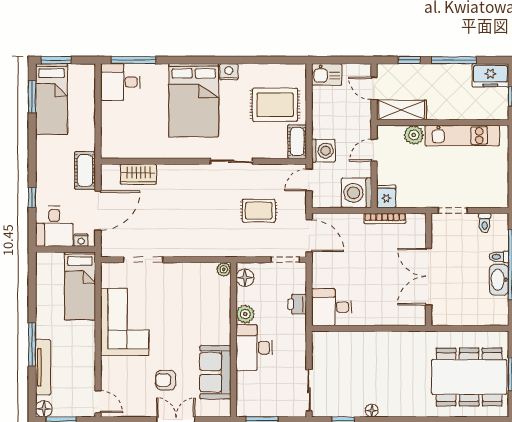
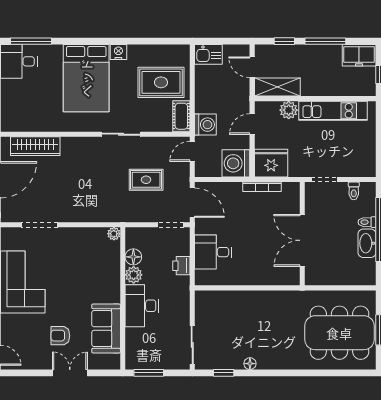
wardrobe: (138, 174) -> (35, 146), width x1.50
fridge: (386, 196) -> (271, 163), width x1.88, depth x1.34
floor lamp: (245, 278) -> (133, 257), moved
desk: (332, 307) -> (213, 252), moved

